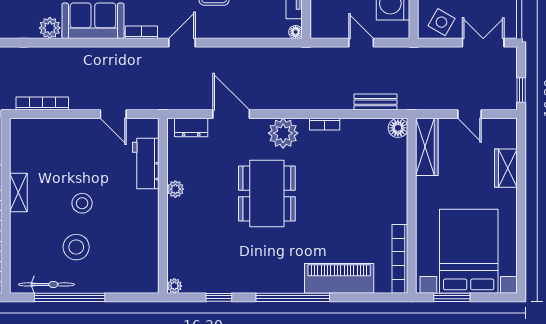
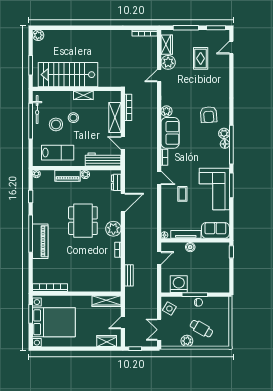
door: (361, 43) -> (159, 258), moved
double door: (483, 43) -> (159, 330), swing flipped
door: (113, 114) -> (123, 143), hinge flipped
floor lamp: (398, 128) -> (116, 287), removed
shelving: (63, 130) -> (115, 118), added
workbench: (146, 164) -> (103, 160), width x1.38
wardrobe: (506, 168) -> (107, 341), moved
dining table: (267, 194) -> (83, 221), turned 90
stool: (82, 203) -> (73, 118), moved
piano: (178, 224) -> (68, 176), added
lab bench: (132, 244) -> (58, 153), added
piano: (339, 278) -> (40, 241), moved

